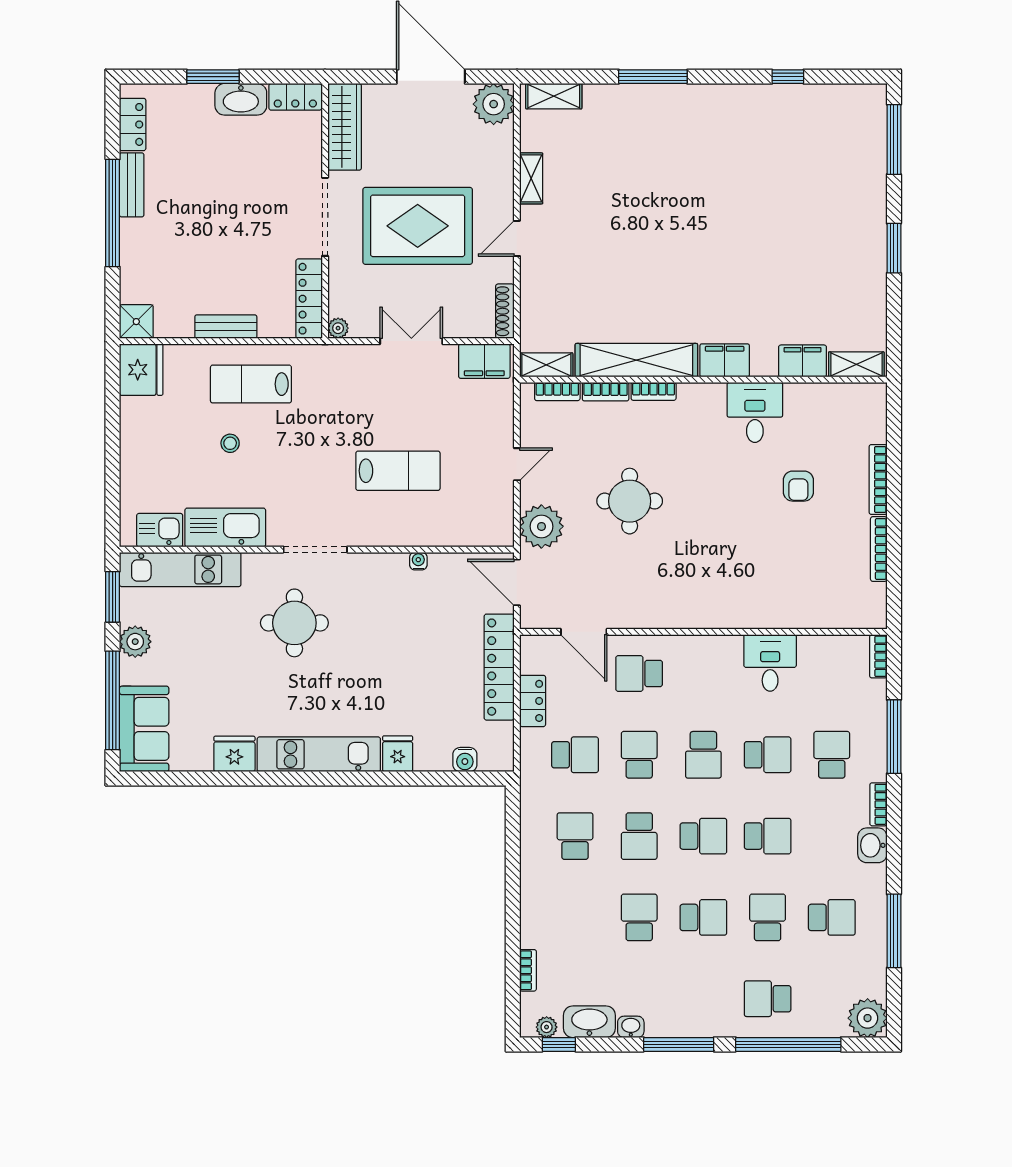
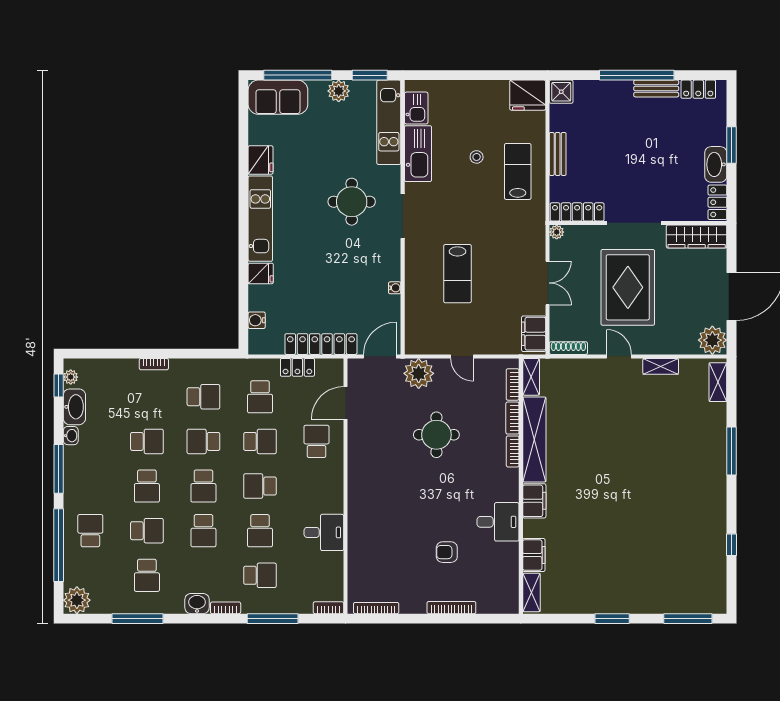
bookcase: (879, 549) -> (376, 608), moved
bookcase: (528, 970) -> (154, 364), moved

